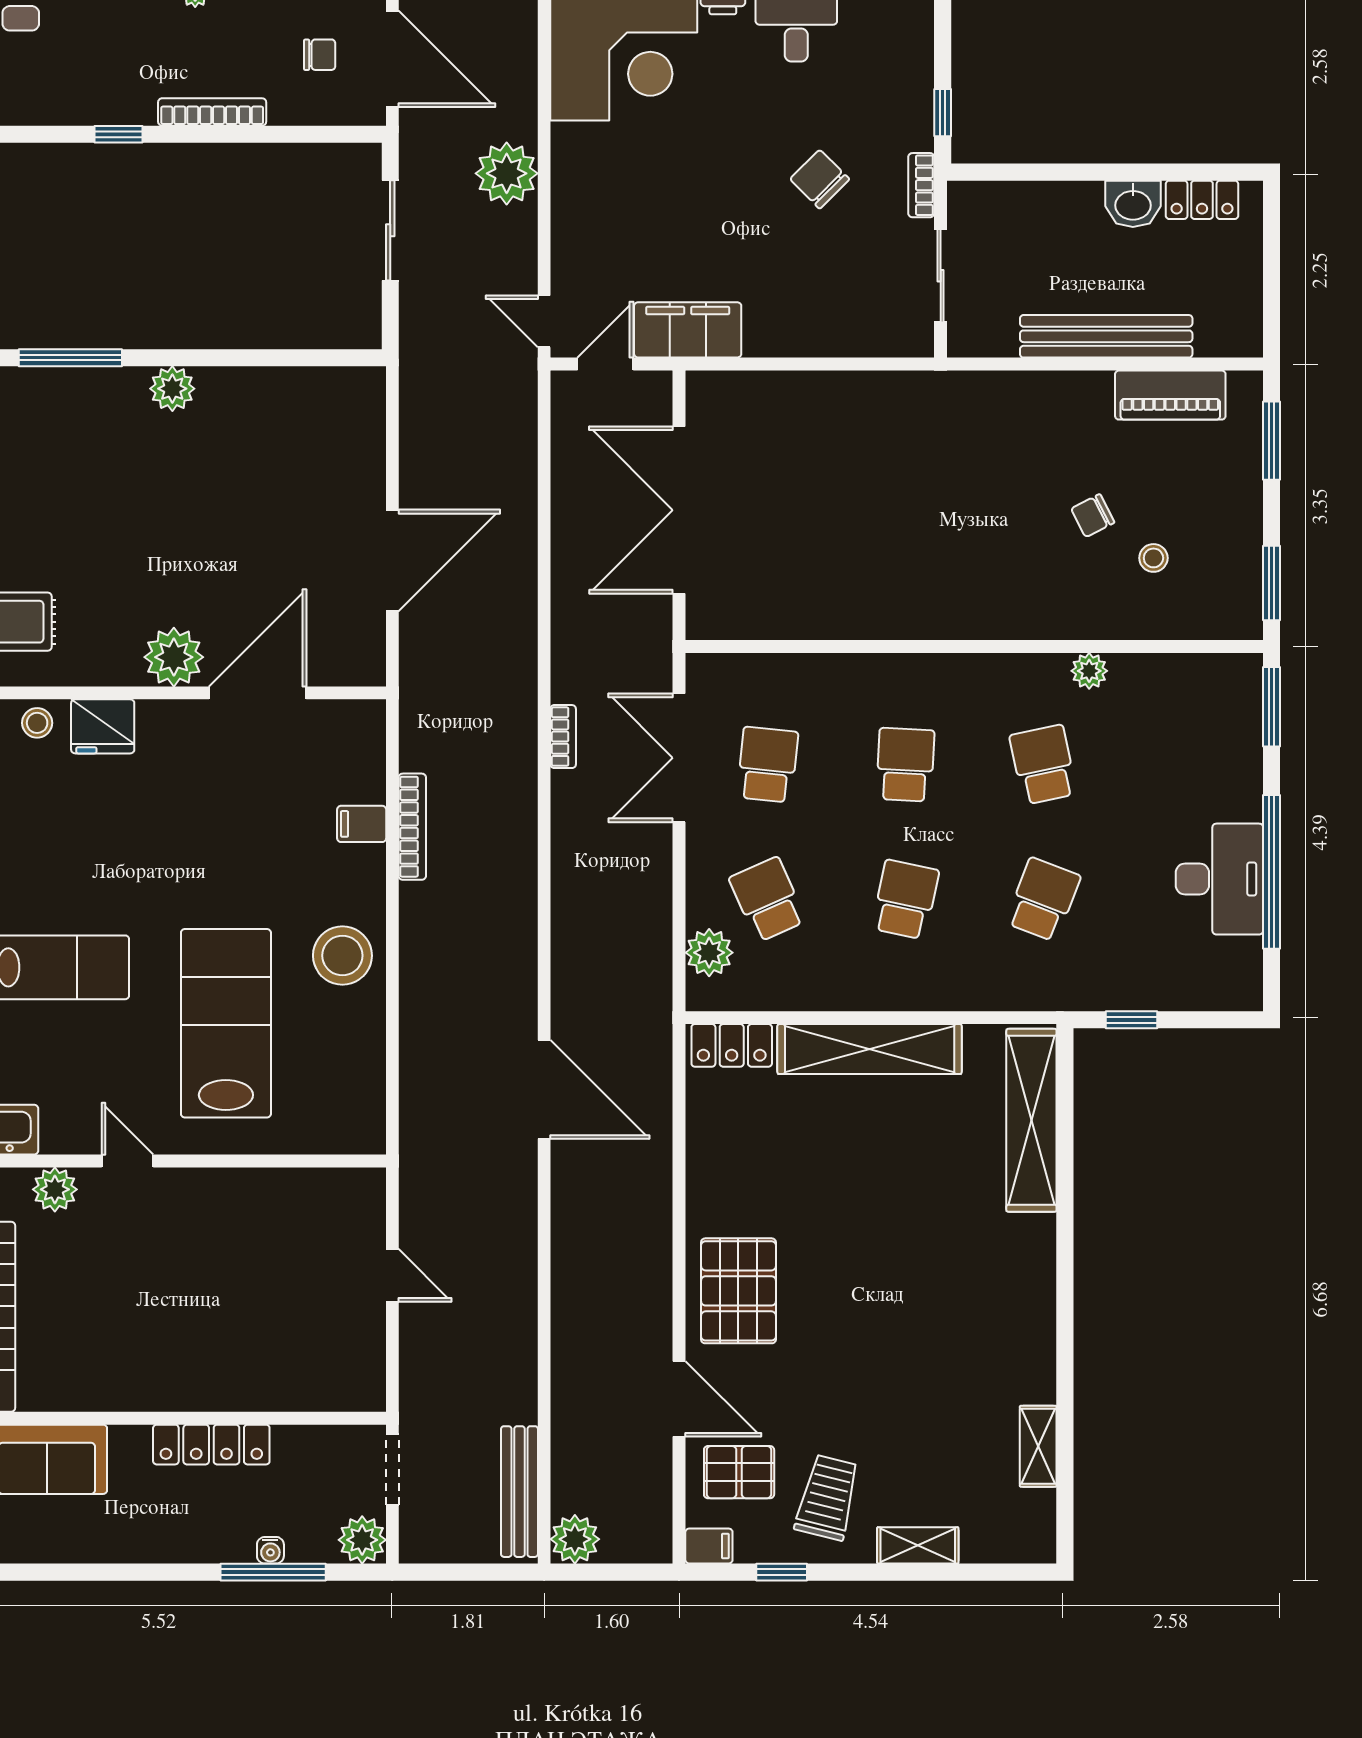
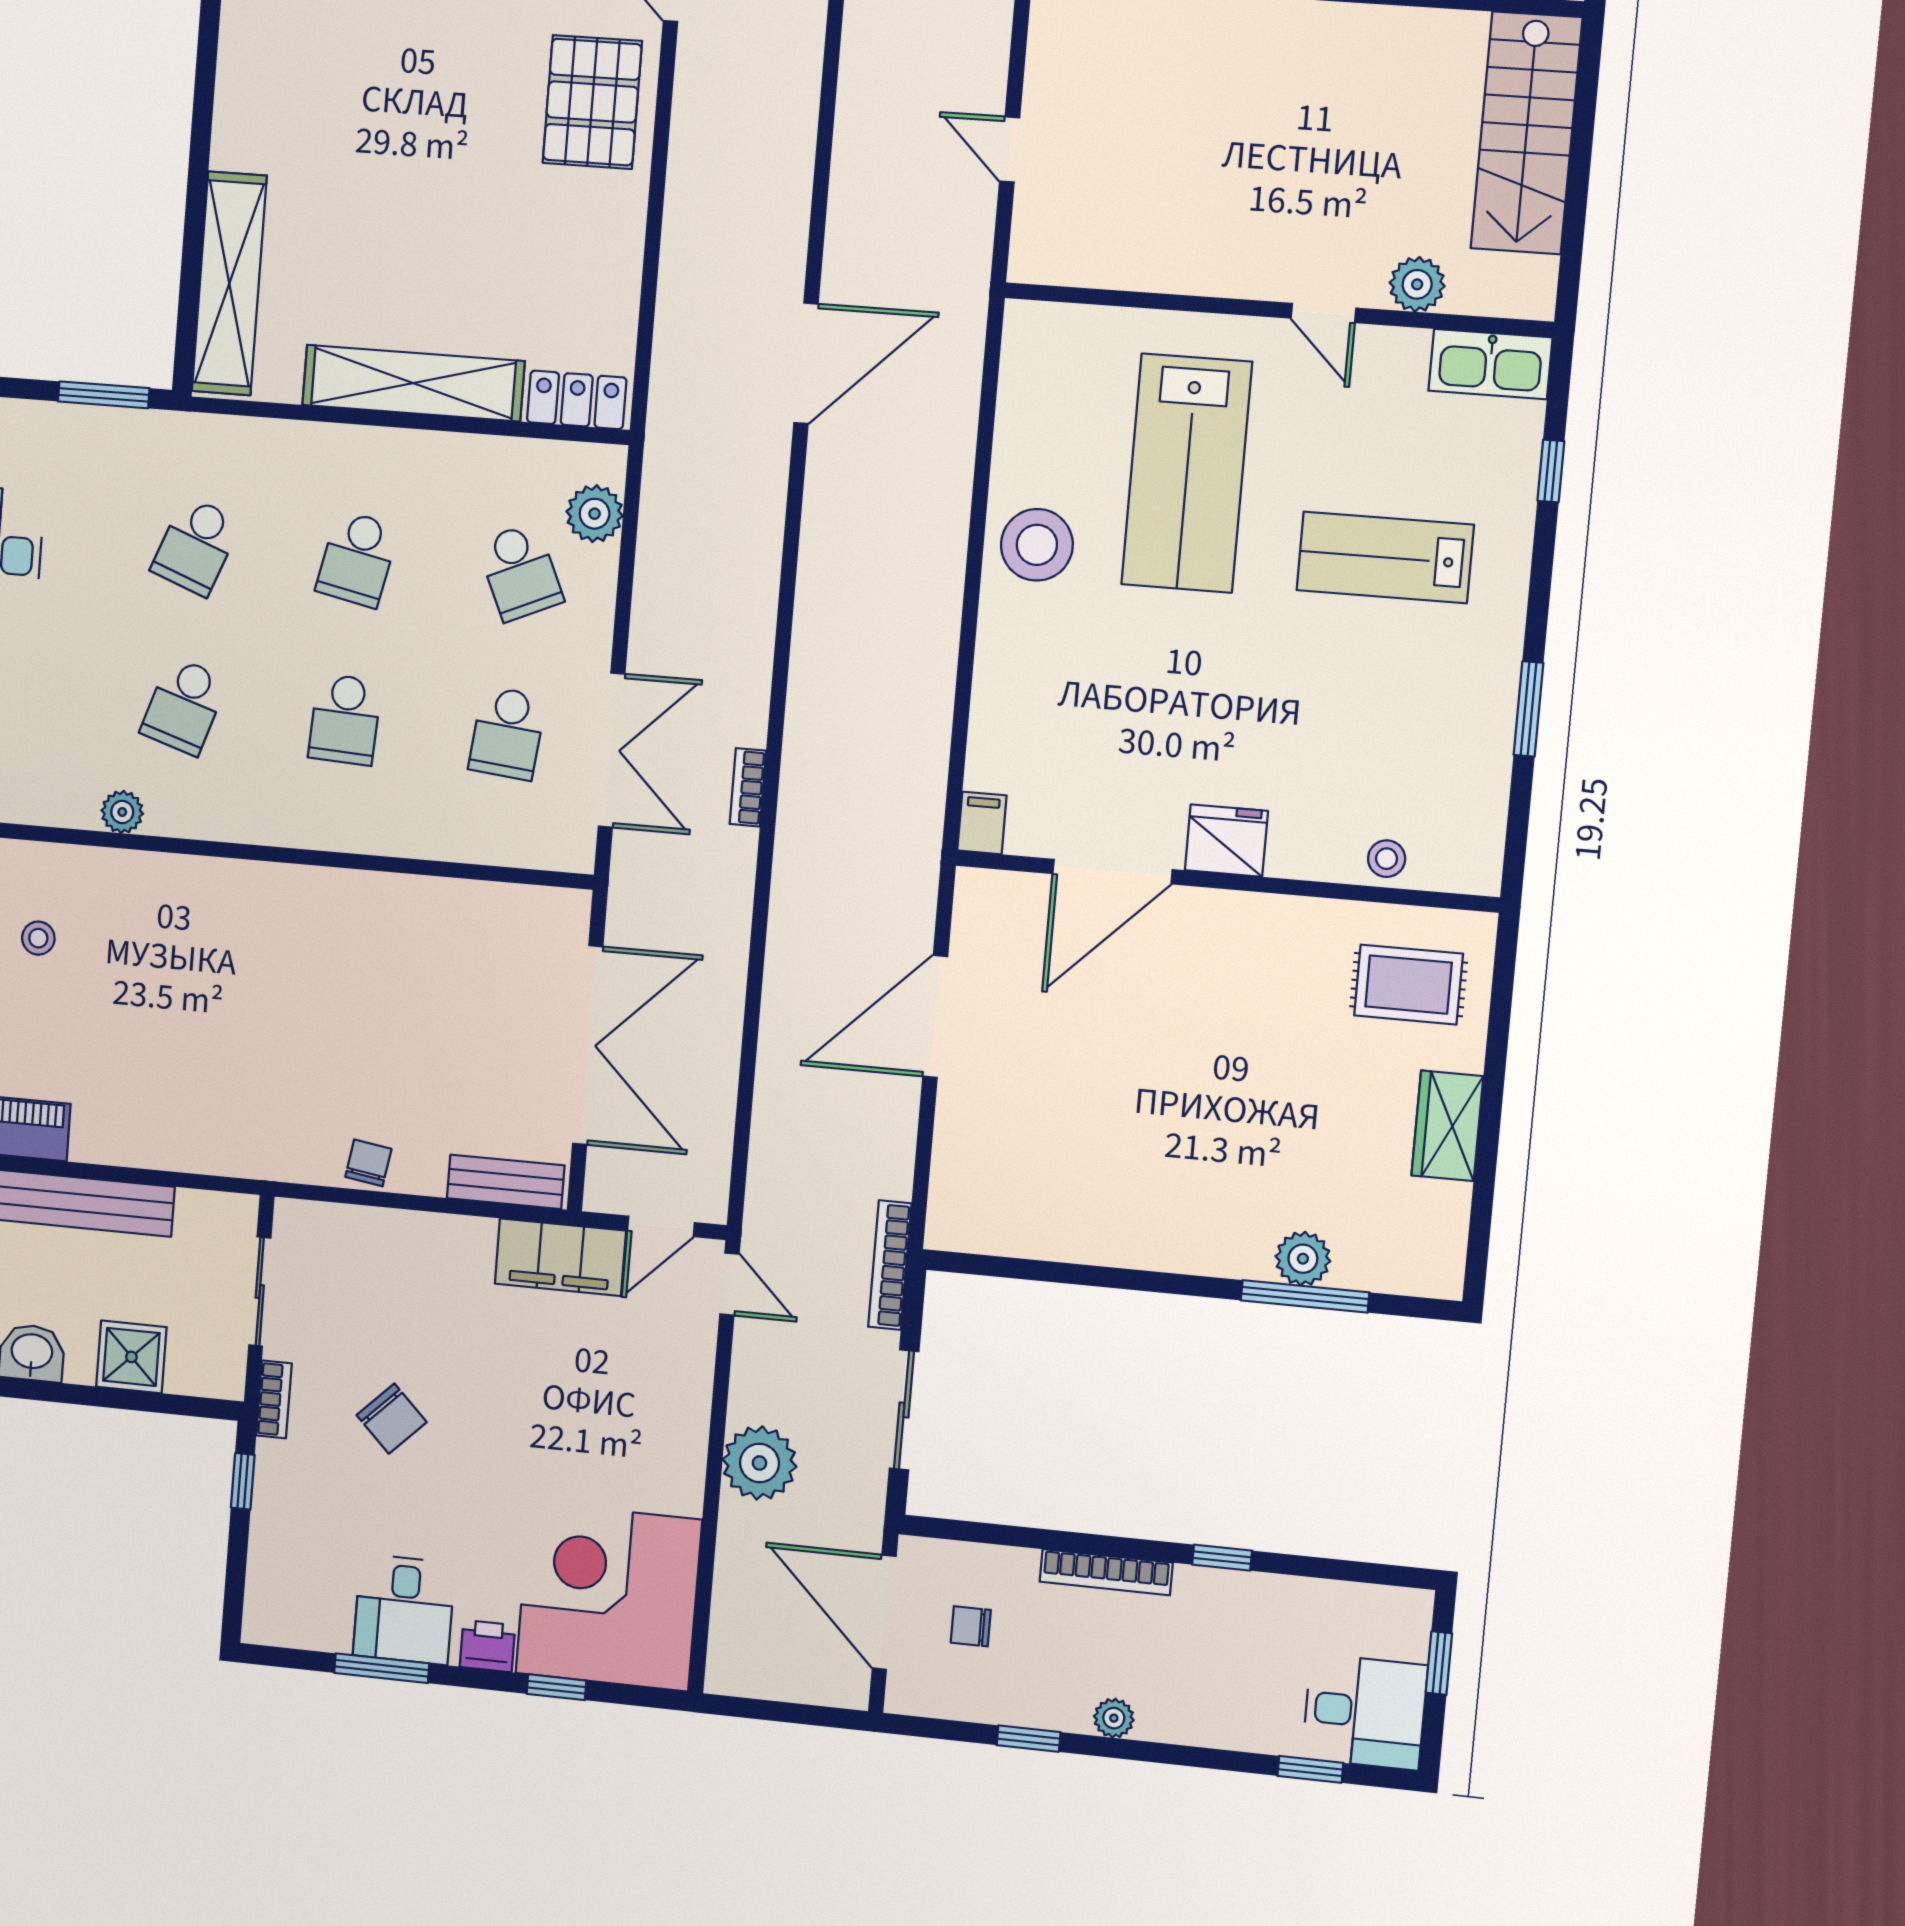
shower: (1047, 209) -> (131, 1357), added
plant: (172, 389) -> (1303, 1259), moved
bench: (739, 389) -> (506, 1182), added
chair: (1093, 516) -> (368, 1163), moved, turned -54
plant: (174, 657) -> (1211, 924), removed
fridge: (103, 726) -> (1226, 841), moved
school desk: (1043, 765) -> (184, 706), turned 30
filing cabinet: (362, 824) -> (982, 823), moved, turned -90
bookcase: (412, 827) -> (890, 1265), moved
window: (1131, 1020) -> (104, 395), width x1.50
door: (544, 1089) -> (806, 363), swing flipped

